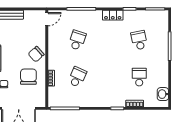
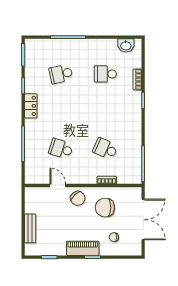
door: (47, 19) -> (58, 185), moved

